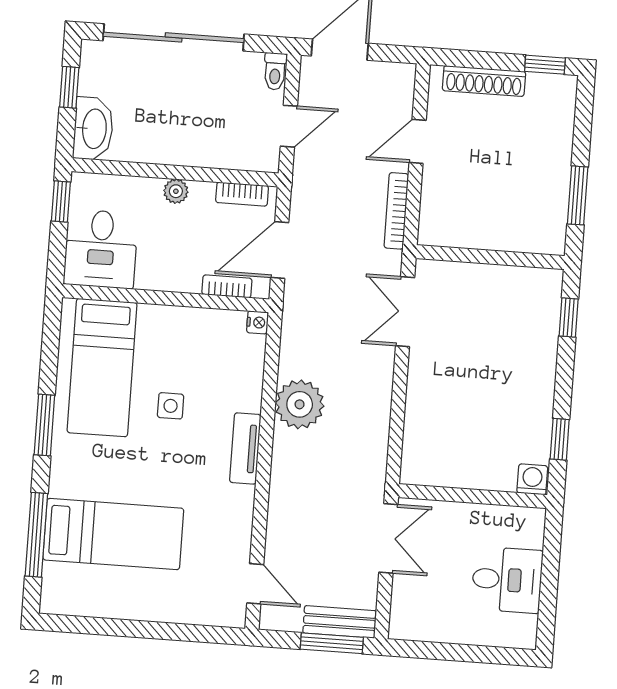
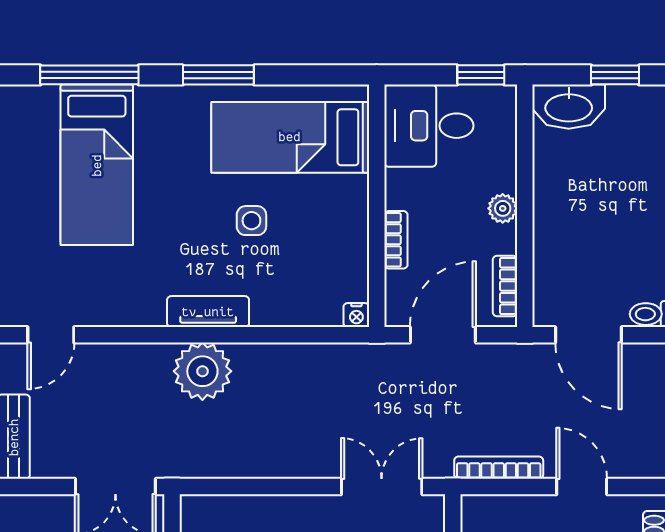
door: (289, 126) -> (588, 335), width x1.38
door: (280, 250) -> (443, 335), hinge flipped
bookcase: (227, 286) -> (396, 240), moved
plant: (300, 404) -> (202, 371), moved

